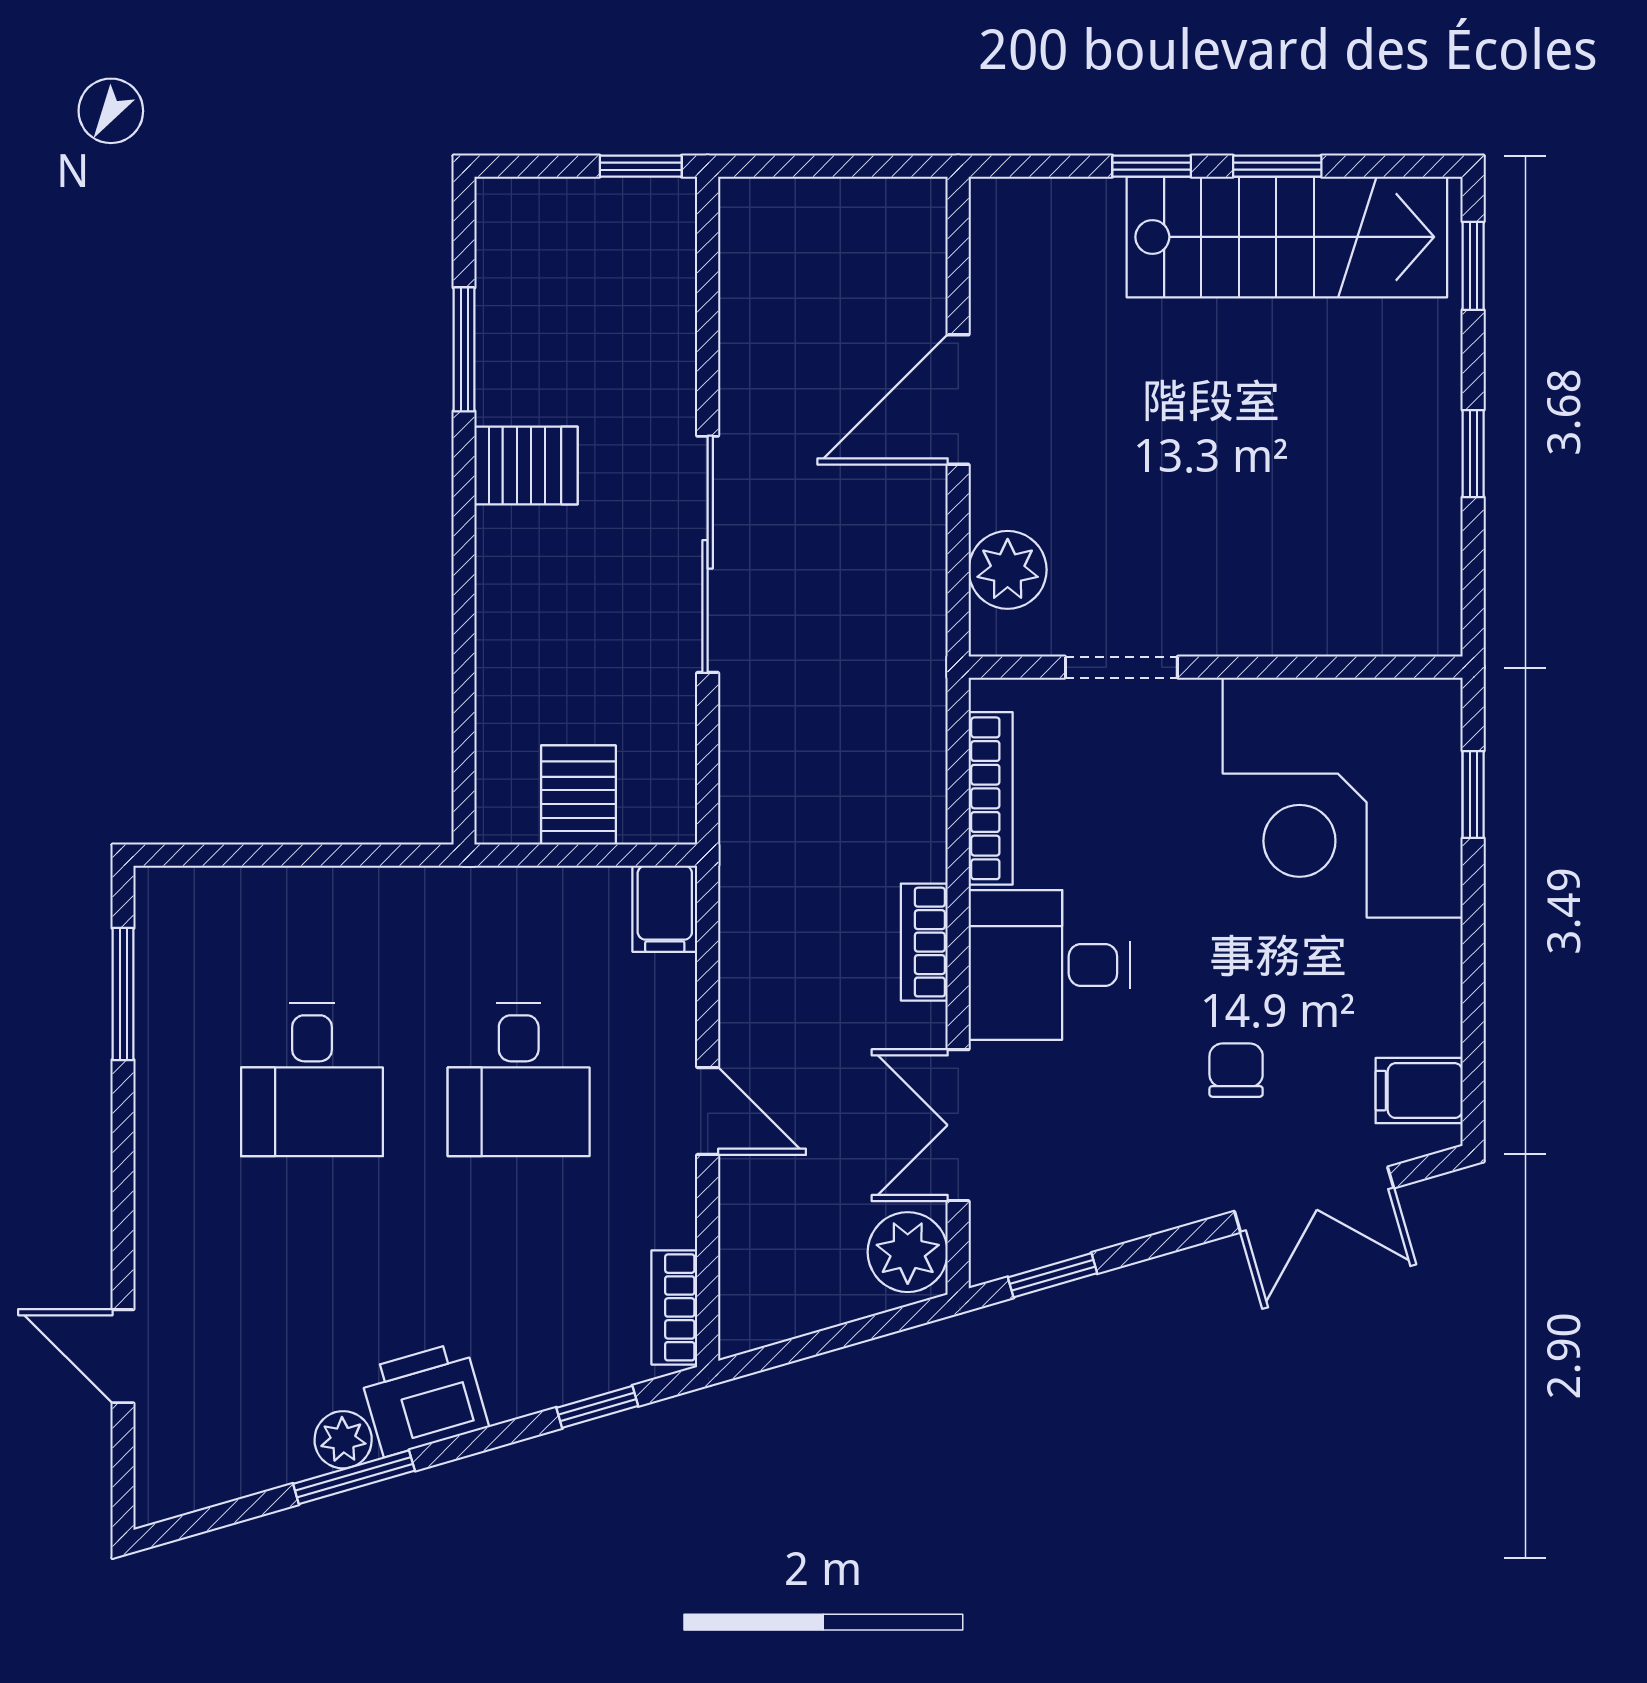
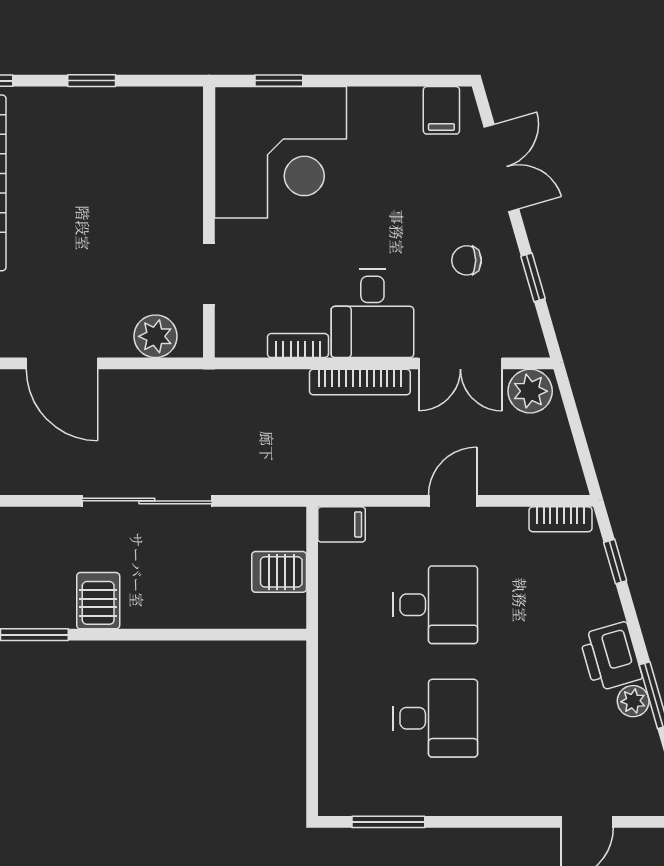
bookcase: (991, 798) -> (298, 346), width x0.64
bookcase: (924, 942) -> (360, 382), width x1.56
chair: (1236, 1070) -> (467, 260), moved
window: (1052, 1275) -> (533, 277), moved

